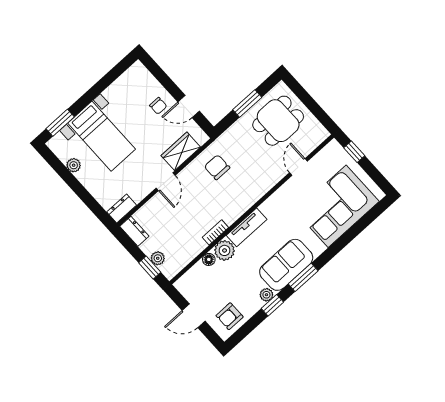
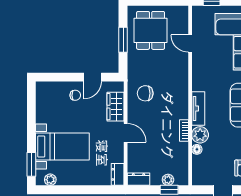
plant: (74, 165) -> (50, 180), moved

